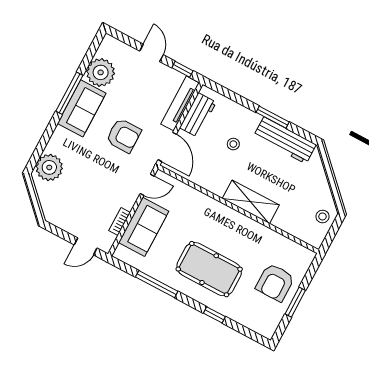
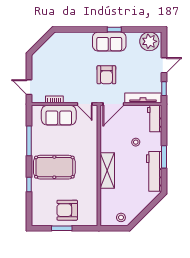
plant: (101, 72) -> (149, 41), moved
window: (69, 93) -> (114, 30), width x0.46
workbench: (198, 115) -> (155, 119), moved, turned 90
plant: (49, 167) -> (64, 41), removed
pool table: (209, 269) -> (54, 167), turned 90

